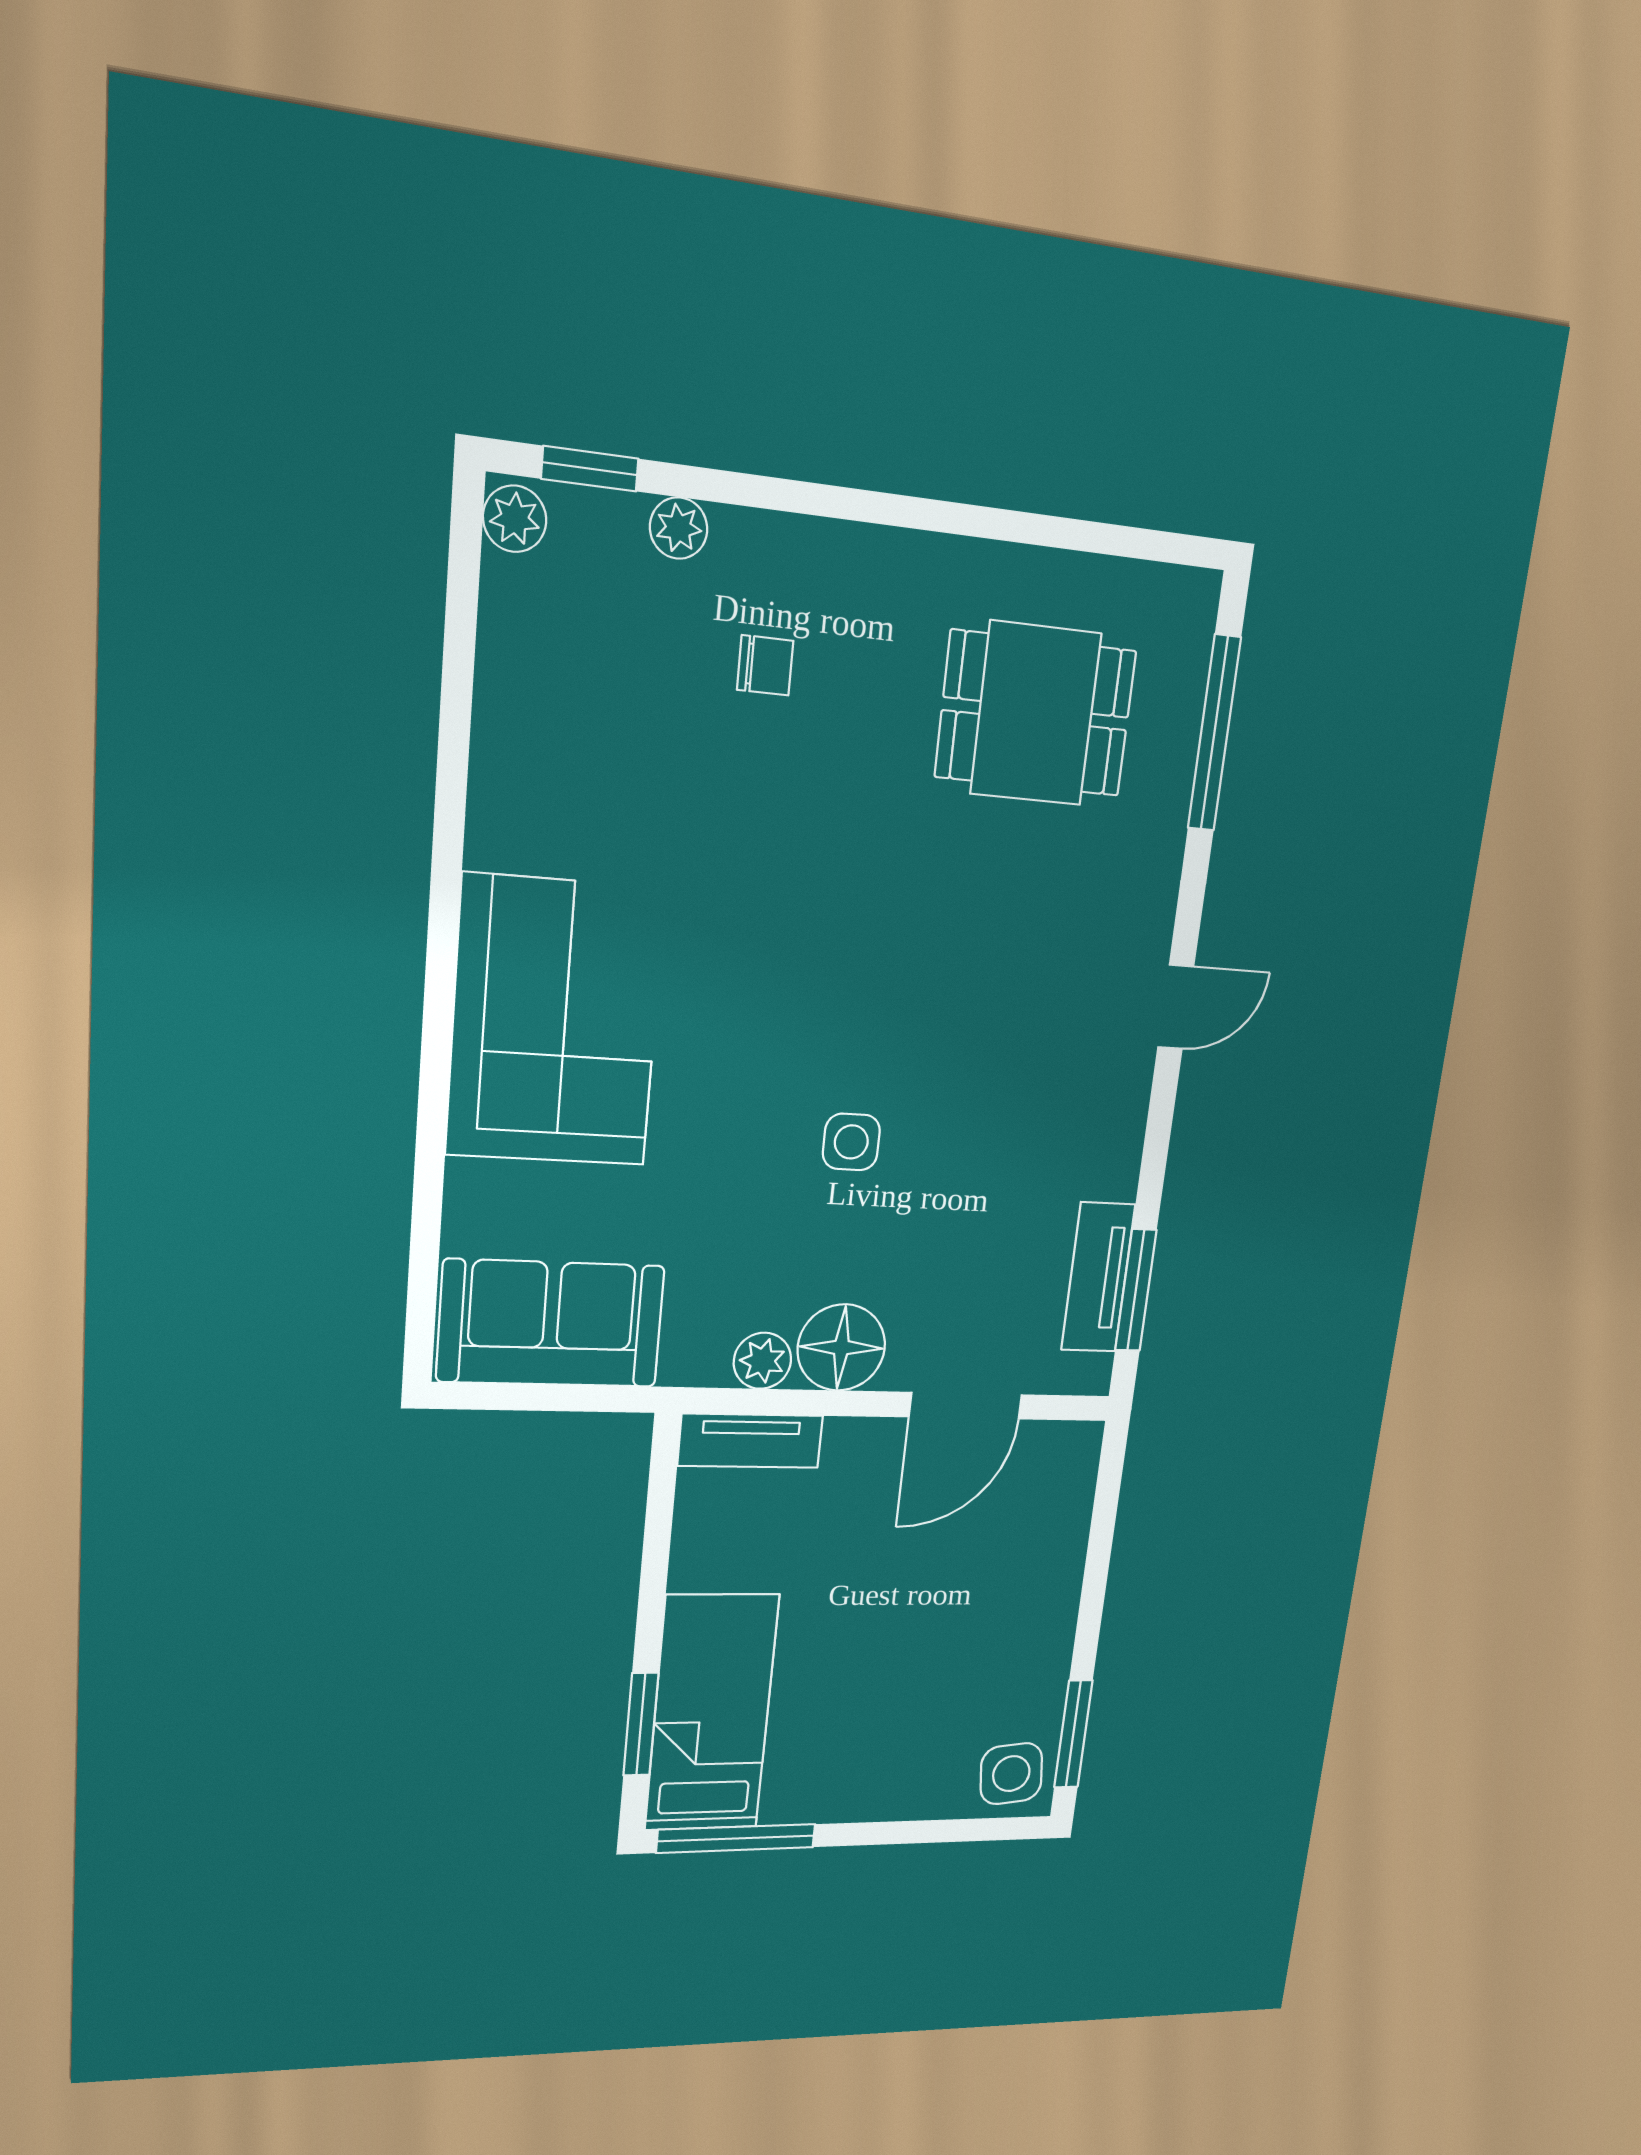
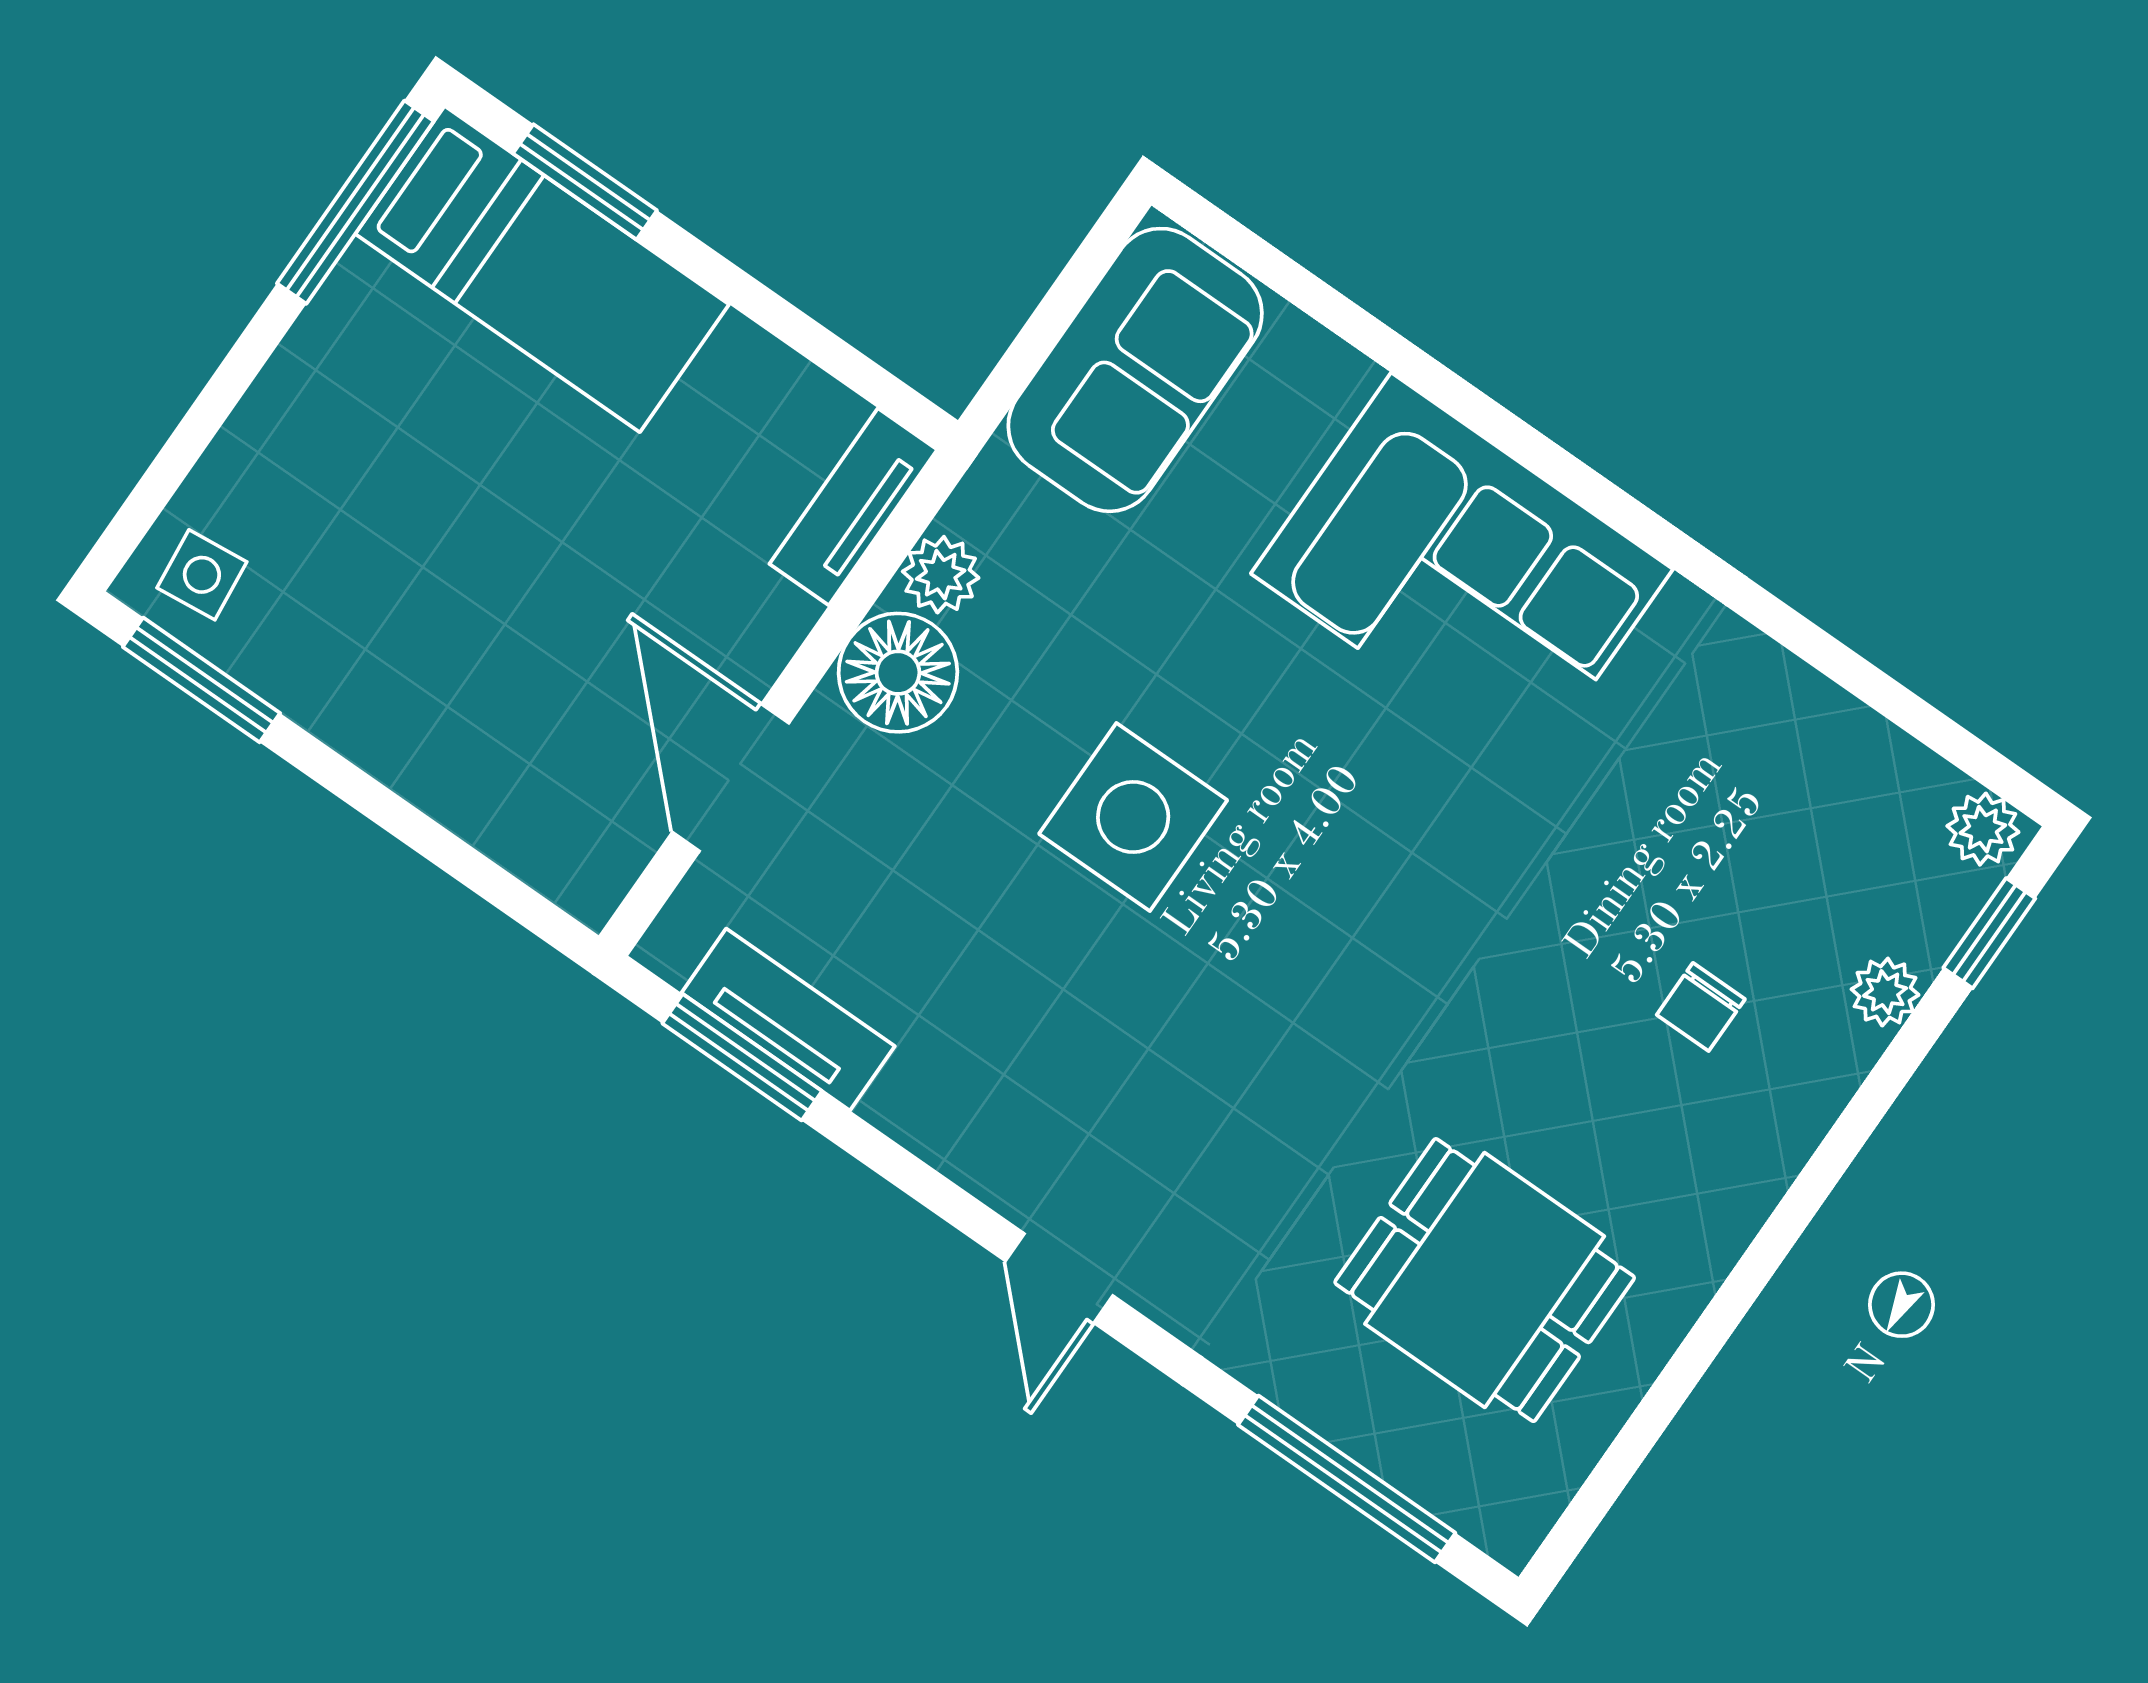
dining table: (1036, 714) -> (1485, 1280), turned 90
side table: (851, 1142) -> (1133, 817), width x1.87, depth x1.87
side table: (1011, 1774) -> (202, 575), width x0.73, depth x0.73

